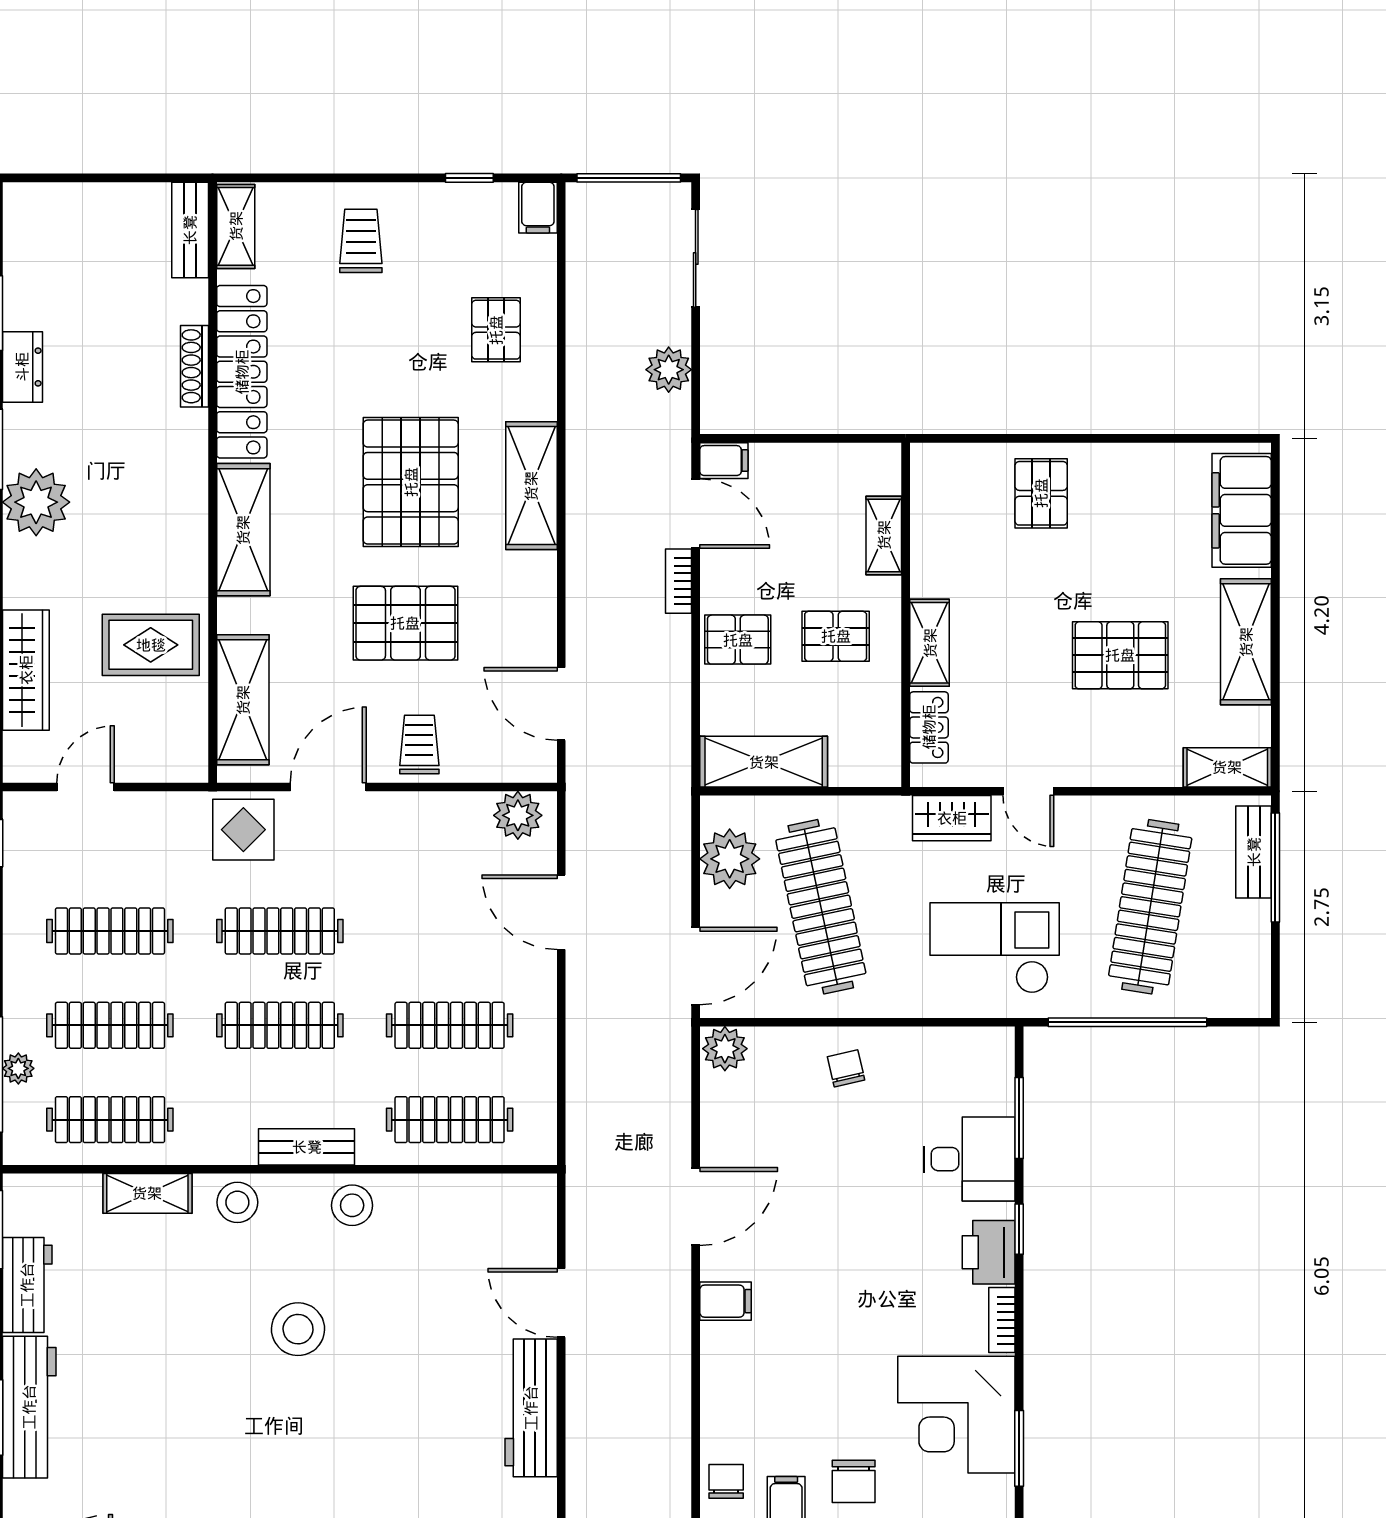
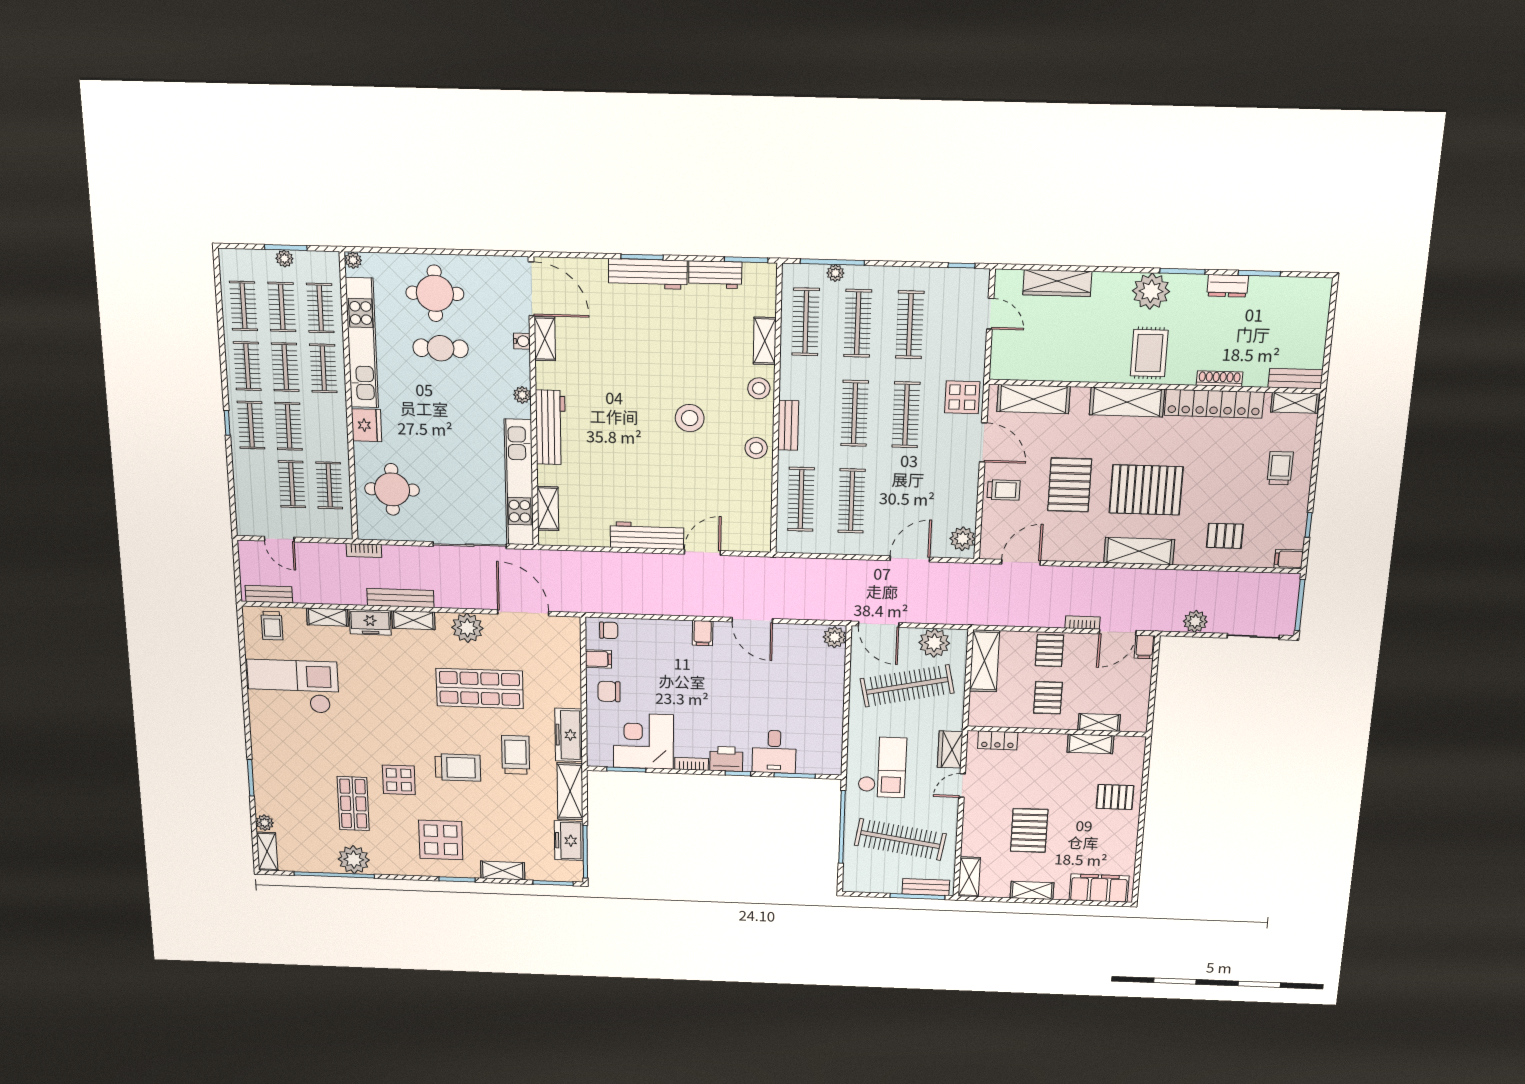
trolley: (361, 241) -> (1280, 468), turned -90
shelving: (1246, 642) -> (1032, 890), width x0.67, depth x0.75
shelving: (930, 643) -> (1090, 744), moved
rug: (151, 645) -> (1149, 353), moved
chair: (846, 1068) -> (823, 695), removed

